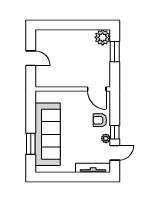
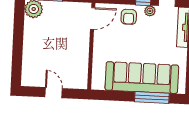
door: (31, 58) -> (54, 93), hinge flipped
window: (31, 144) -> (152, 97), width x1.44

